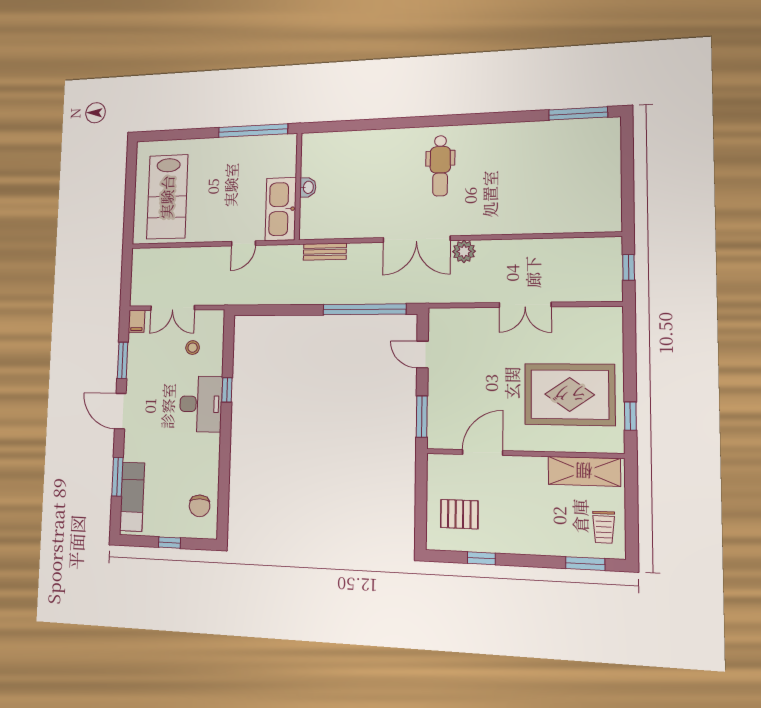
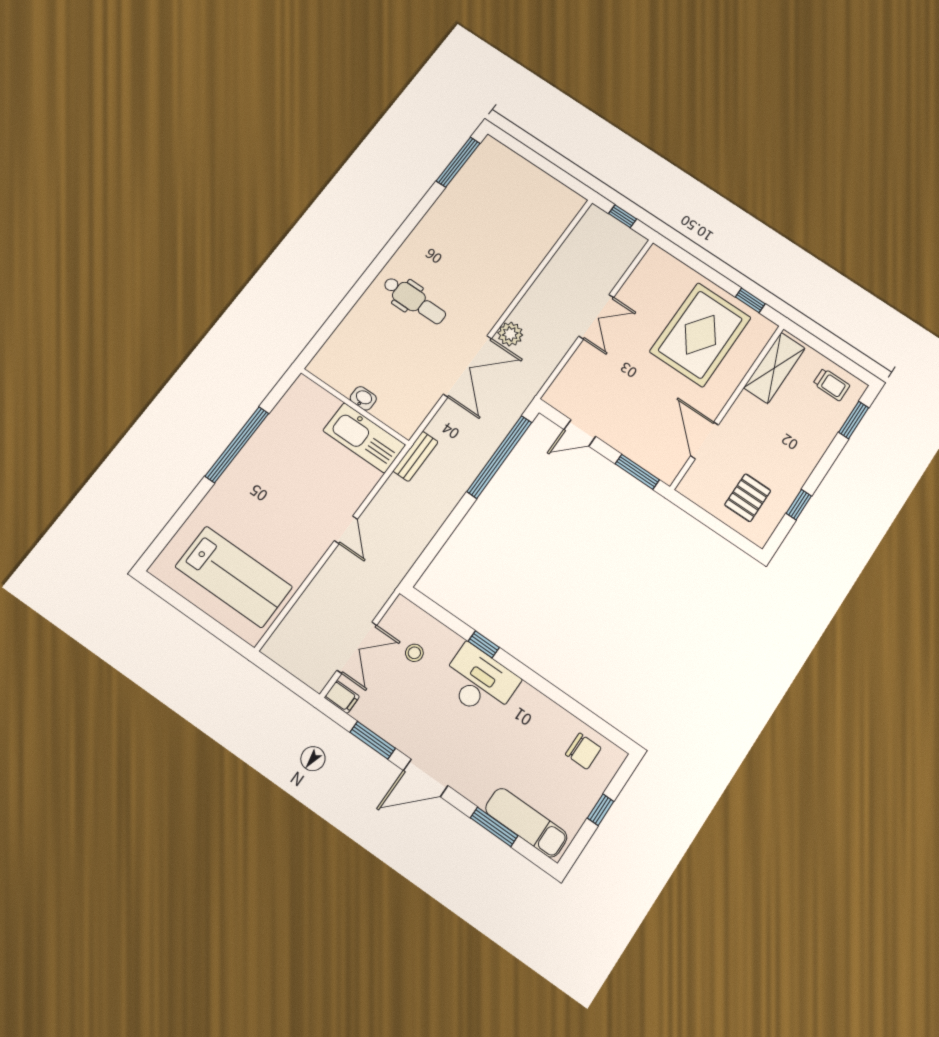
wall: (298, 186) -> (355, 407), moved
washbasin: (308, 187) -> (363, 398), moved
kitchen sink: (281, 209) -> (364, 438), moved

